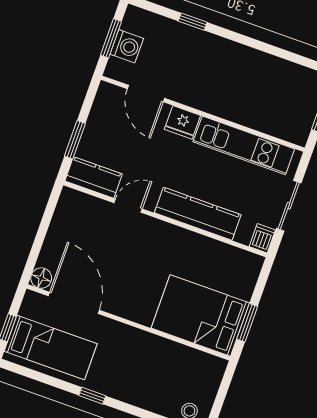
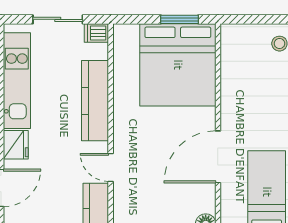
door: (74, 303) -> (218, 157), moved
bed: (200, 315) -> (178, 65), width x1.36

